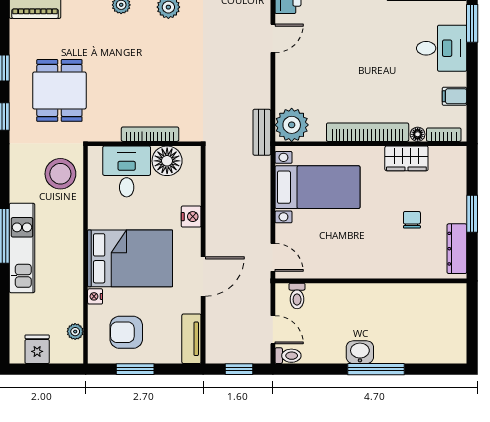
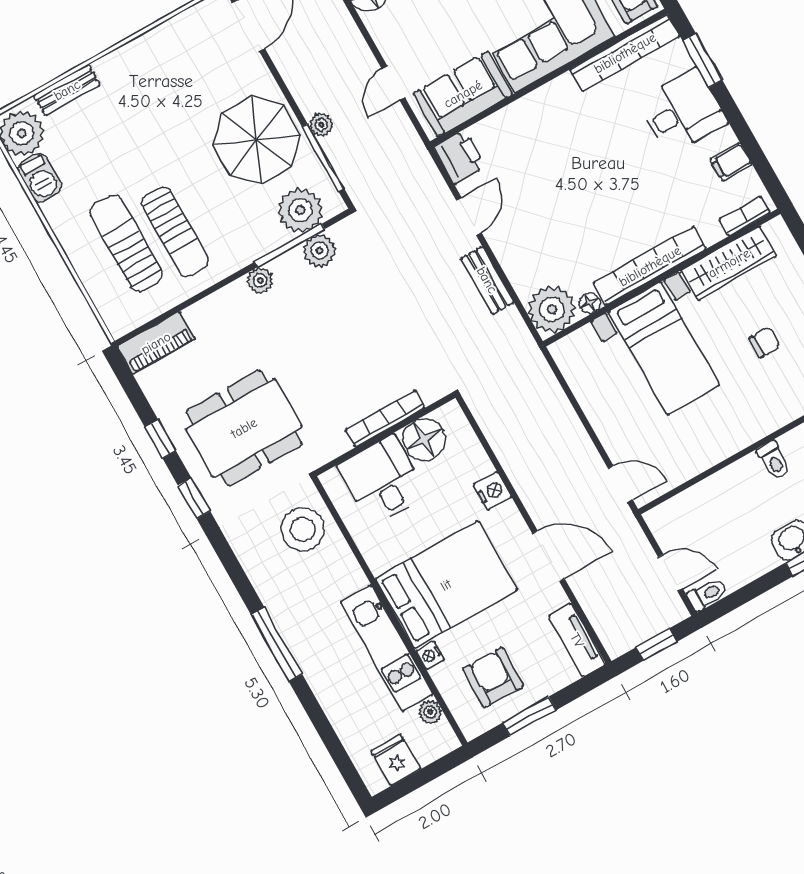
dining table: (59, 90) -> (244, 428), width x1.38
bench: (262, 132) -> (487, 280), moved
floor lamp: (418, 134) -> (590, 303), moved
wardrobe: (406, 158) -> (729, 263), width x1.50
bed with nightstands: (317, 187) -> (664, 348), moved, turned 90
chair: (412, 220) -> (765, 342), turned 90
kitchen unit: (22, 248) -> (387, 648), moved, turned 180
door: (203, 277) -> (549, 556), hinge flipped
toilet: (297, 296) -> (773, 460), moved
armchair: (126, 332) -> (493, 678), turned 91

